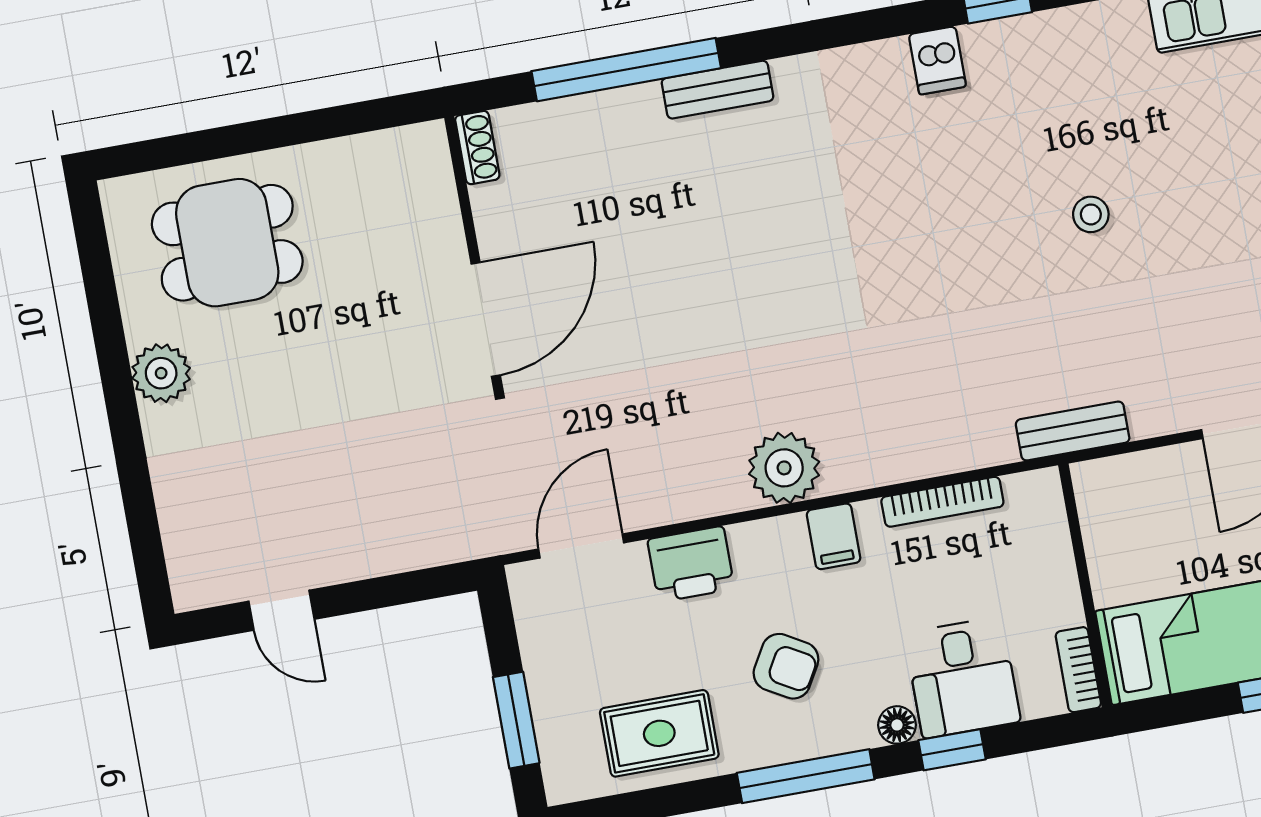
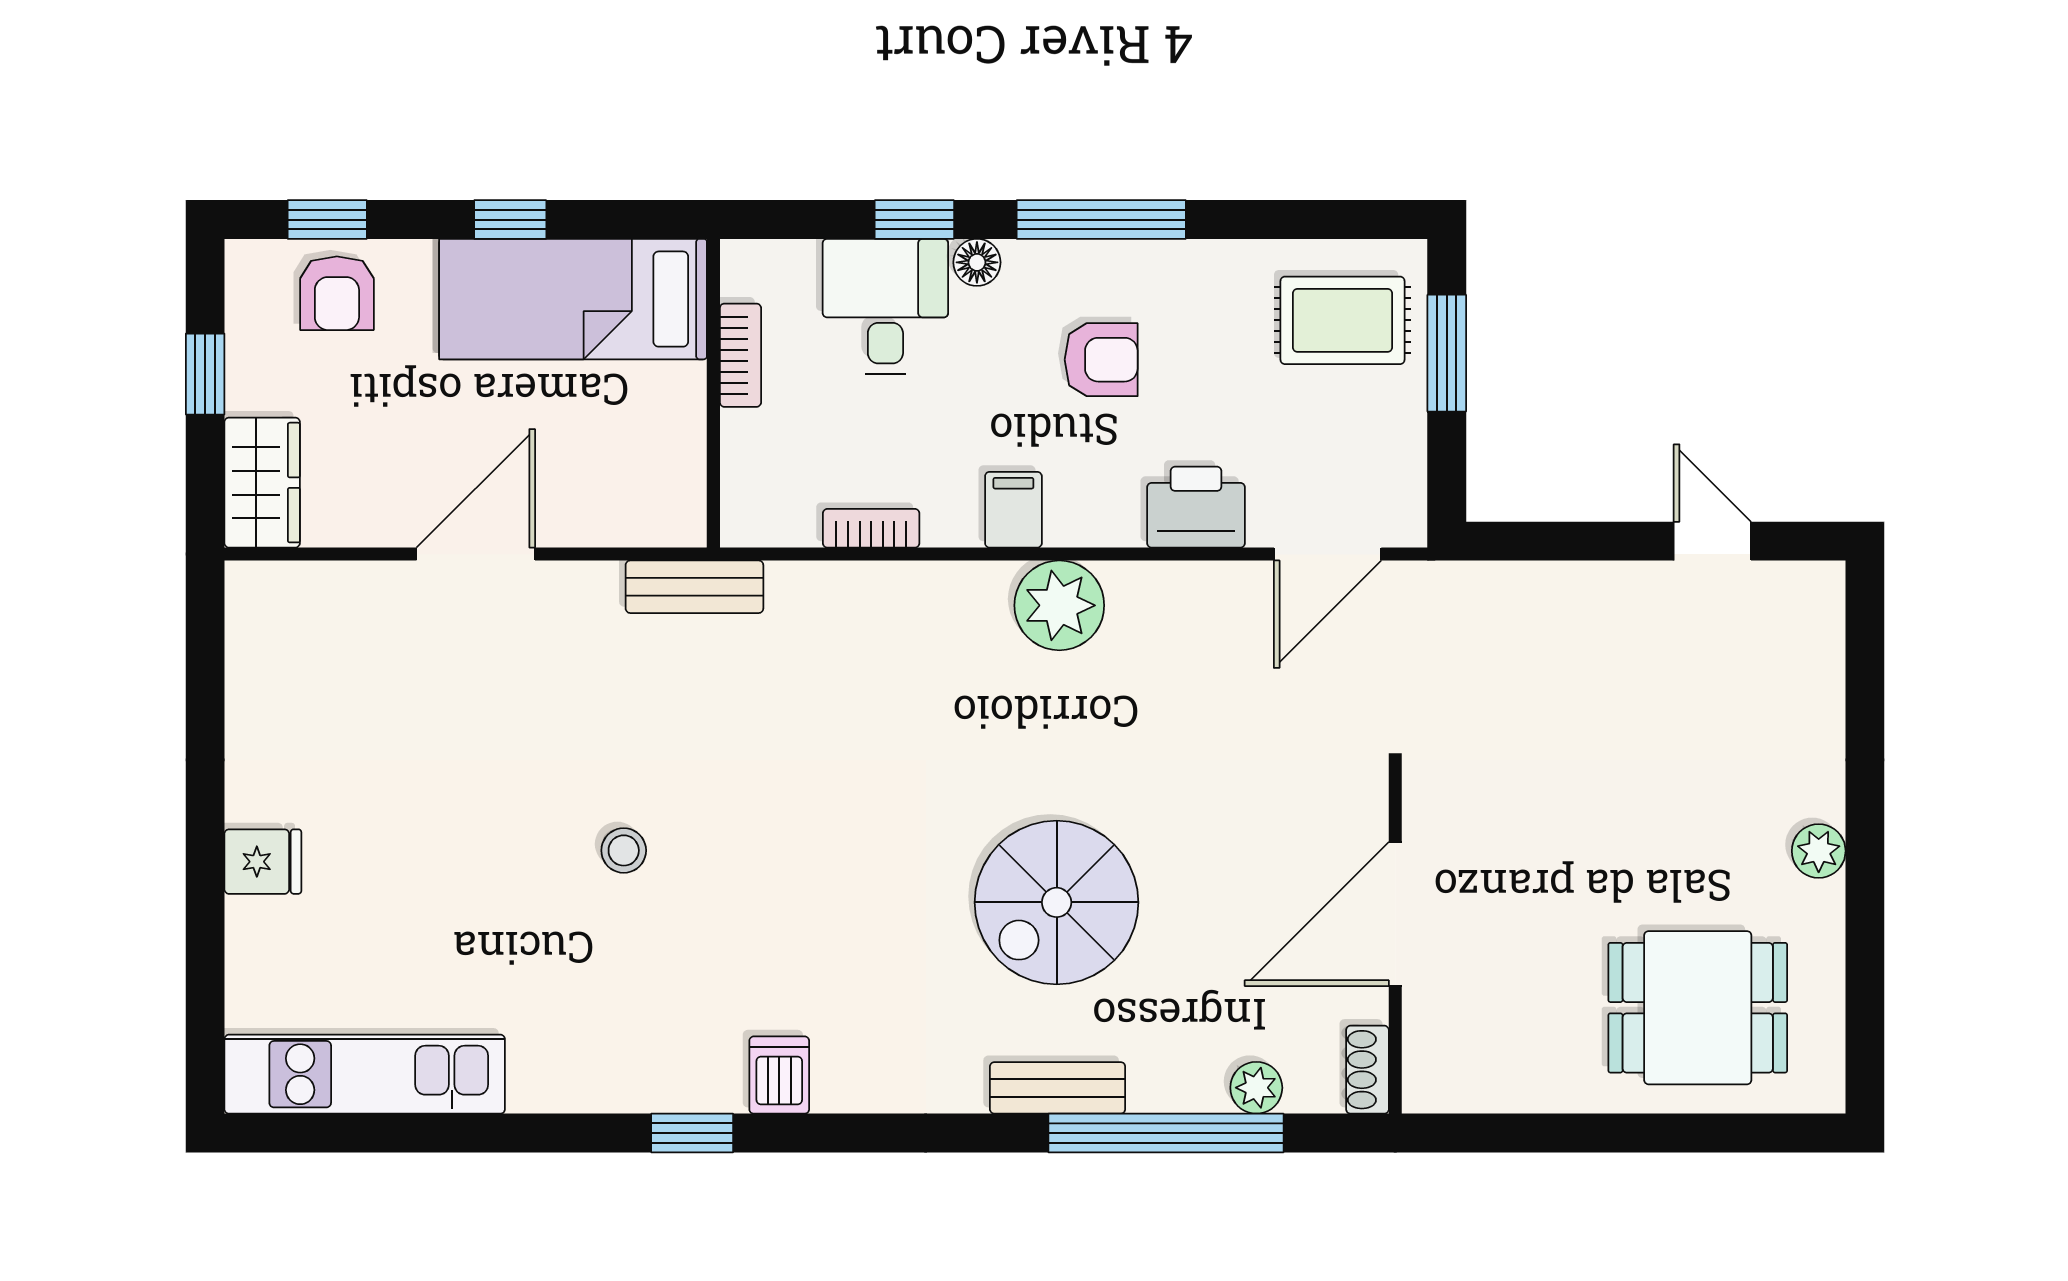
plant: (562, 118) -> (1256, 1088), added
spiral stairs: (744, 235) -> (1057, 902), added
door: (486, 319) -> (1395, 914), moved
plant: (161, 373) -> (1819, 851), width x0.73, depth x0.73
bookcase: (942, 502) -> (871, 528), width x0.64
armchair: (786, 666) -> (1101, 360), turned 150
bookcase: (1078, 670) -> (740, 355), moved
rug: (659, 733) -> (1342, 320), moved

